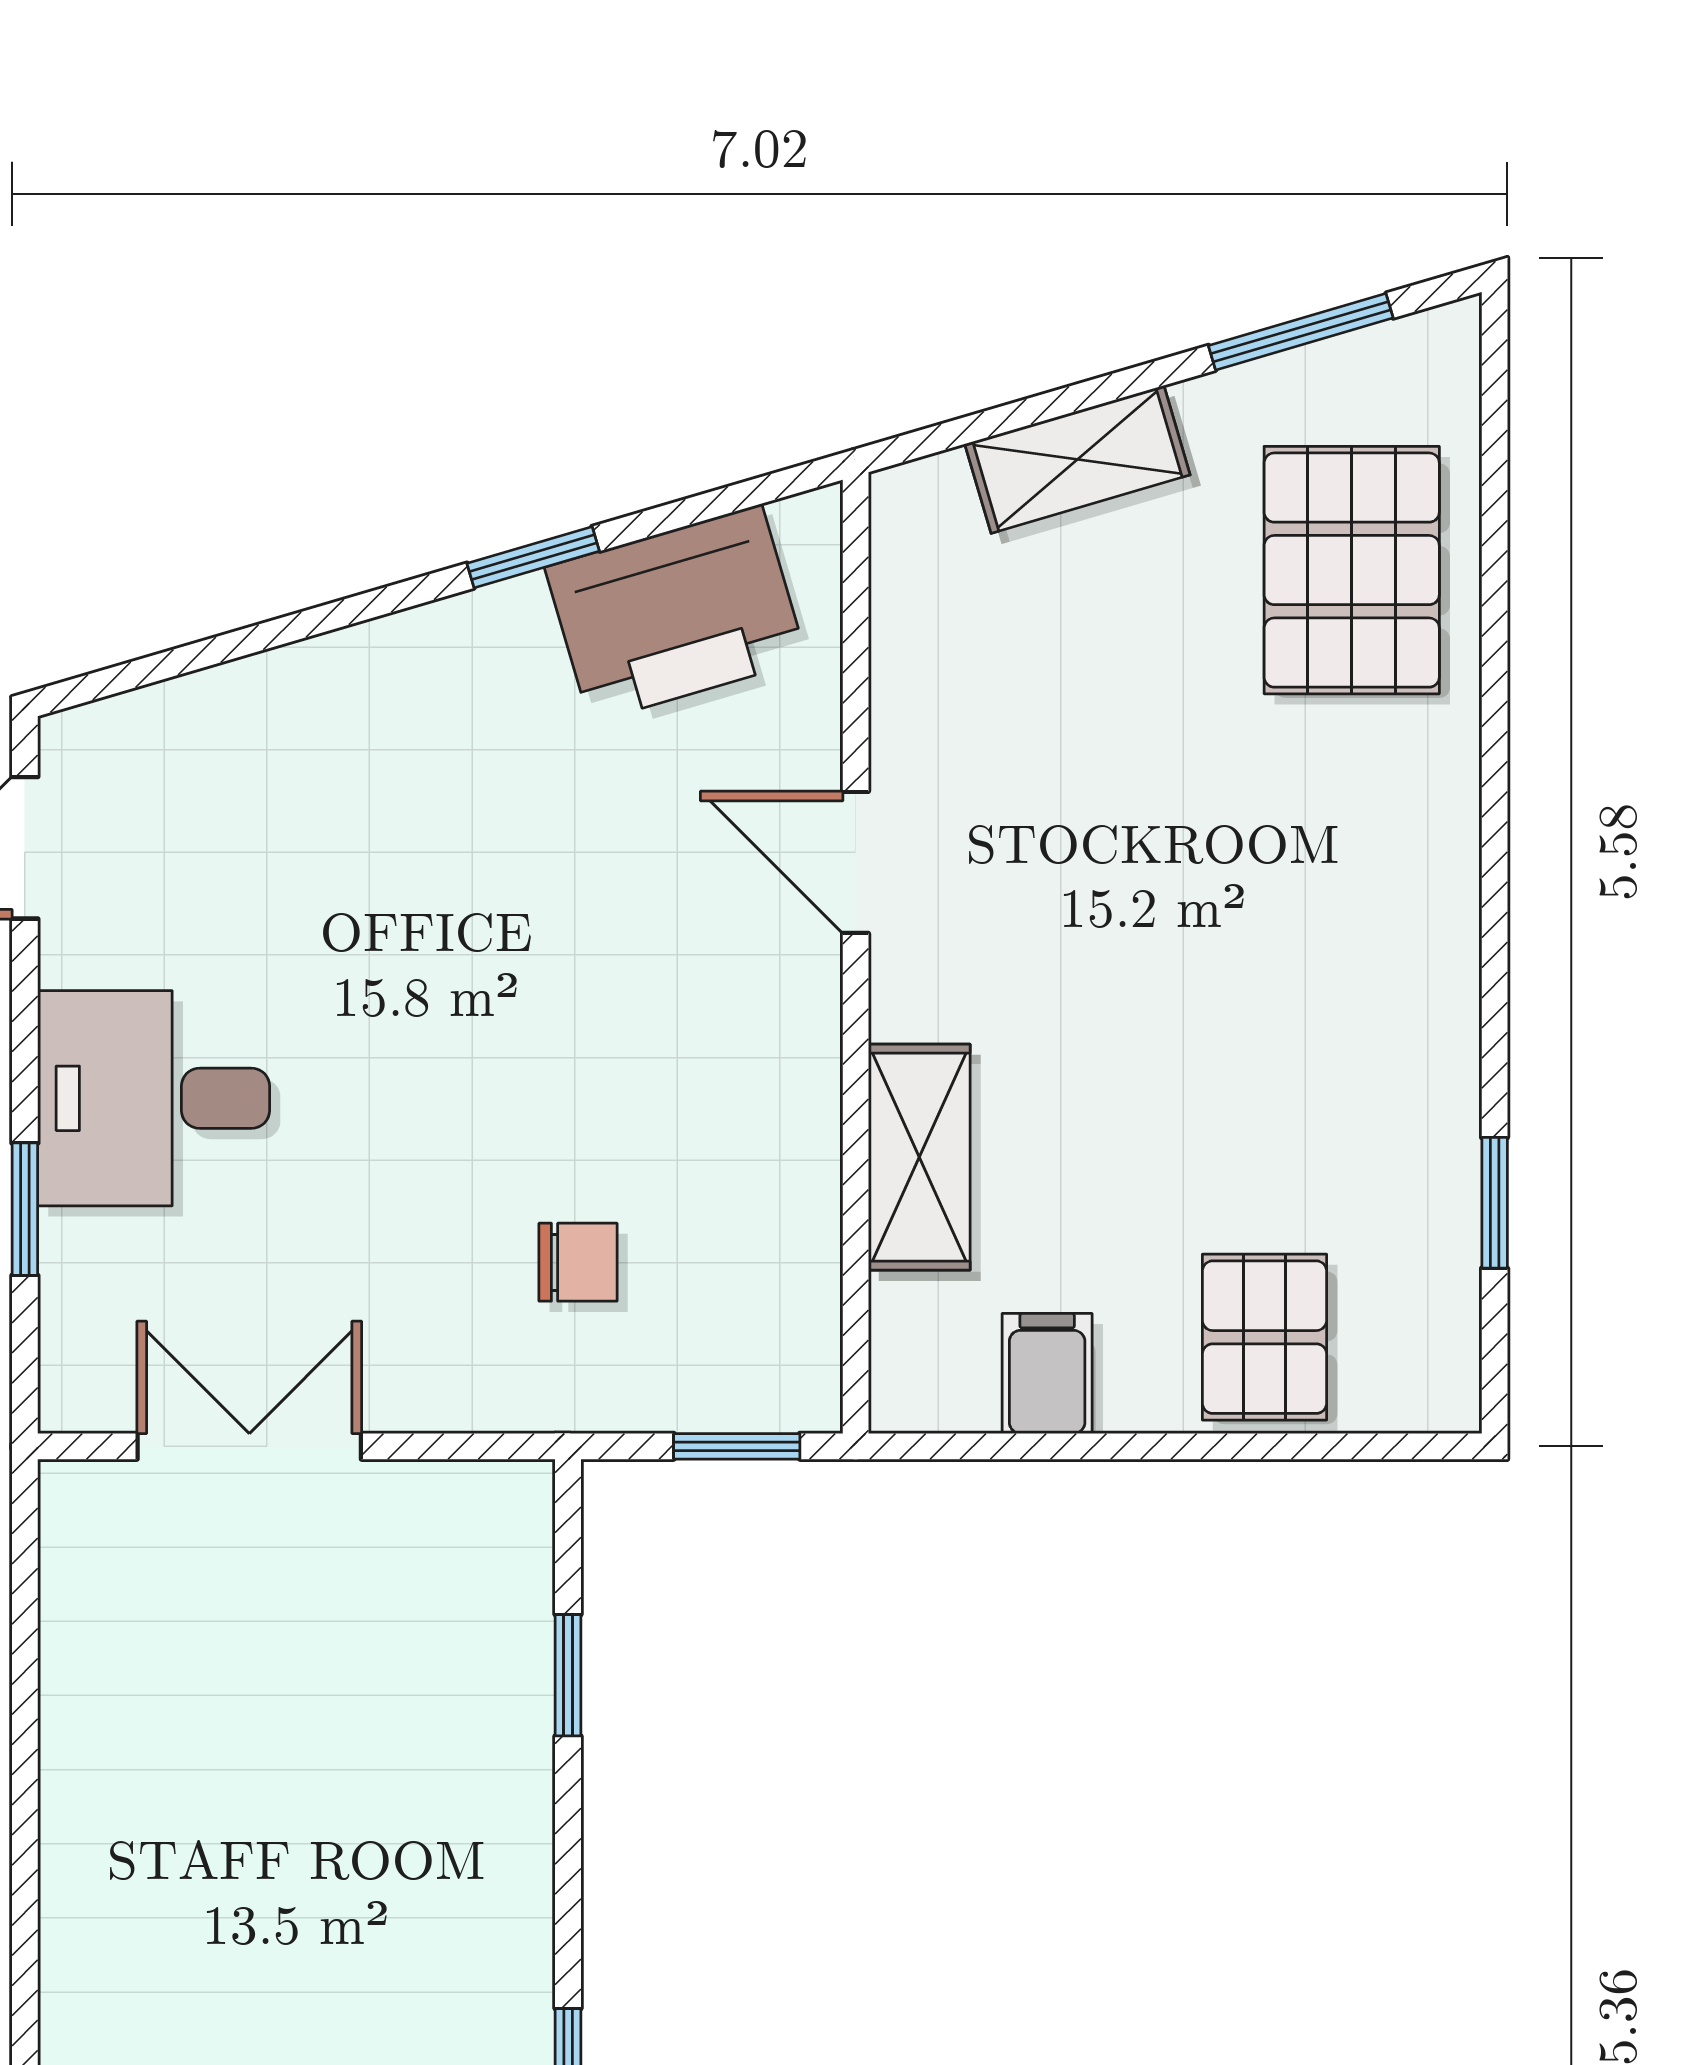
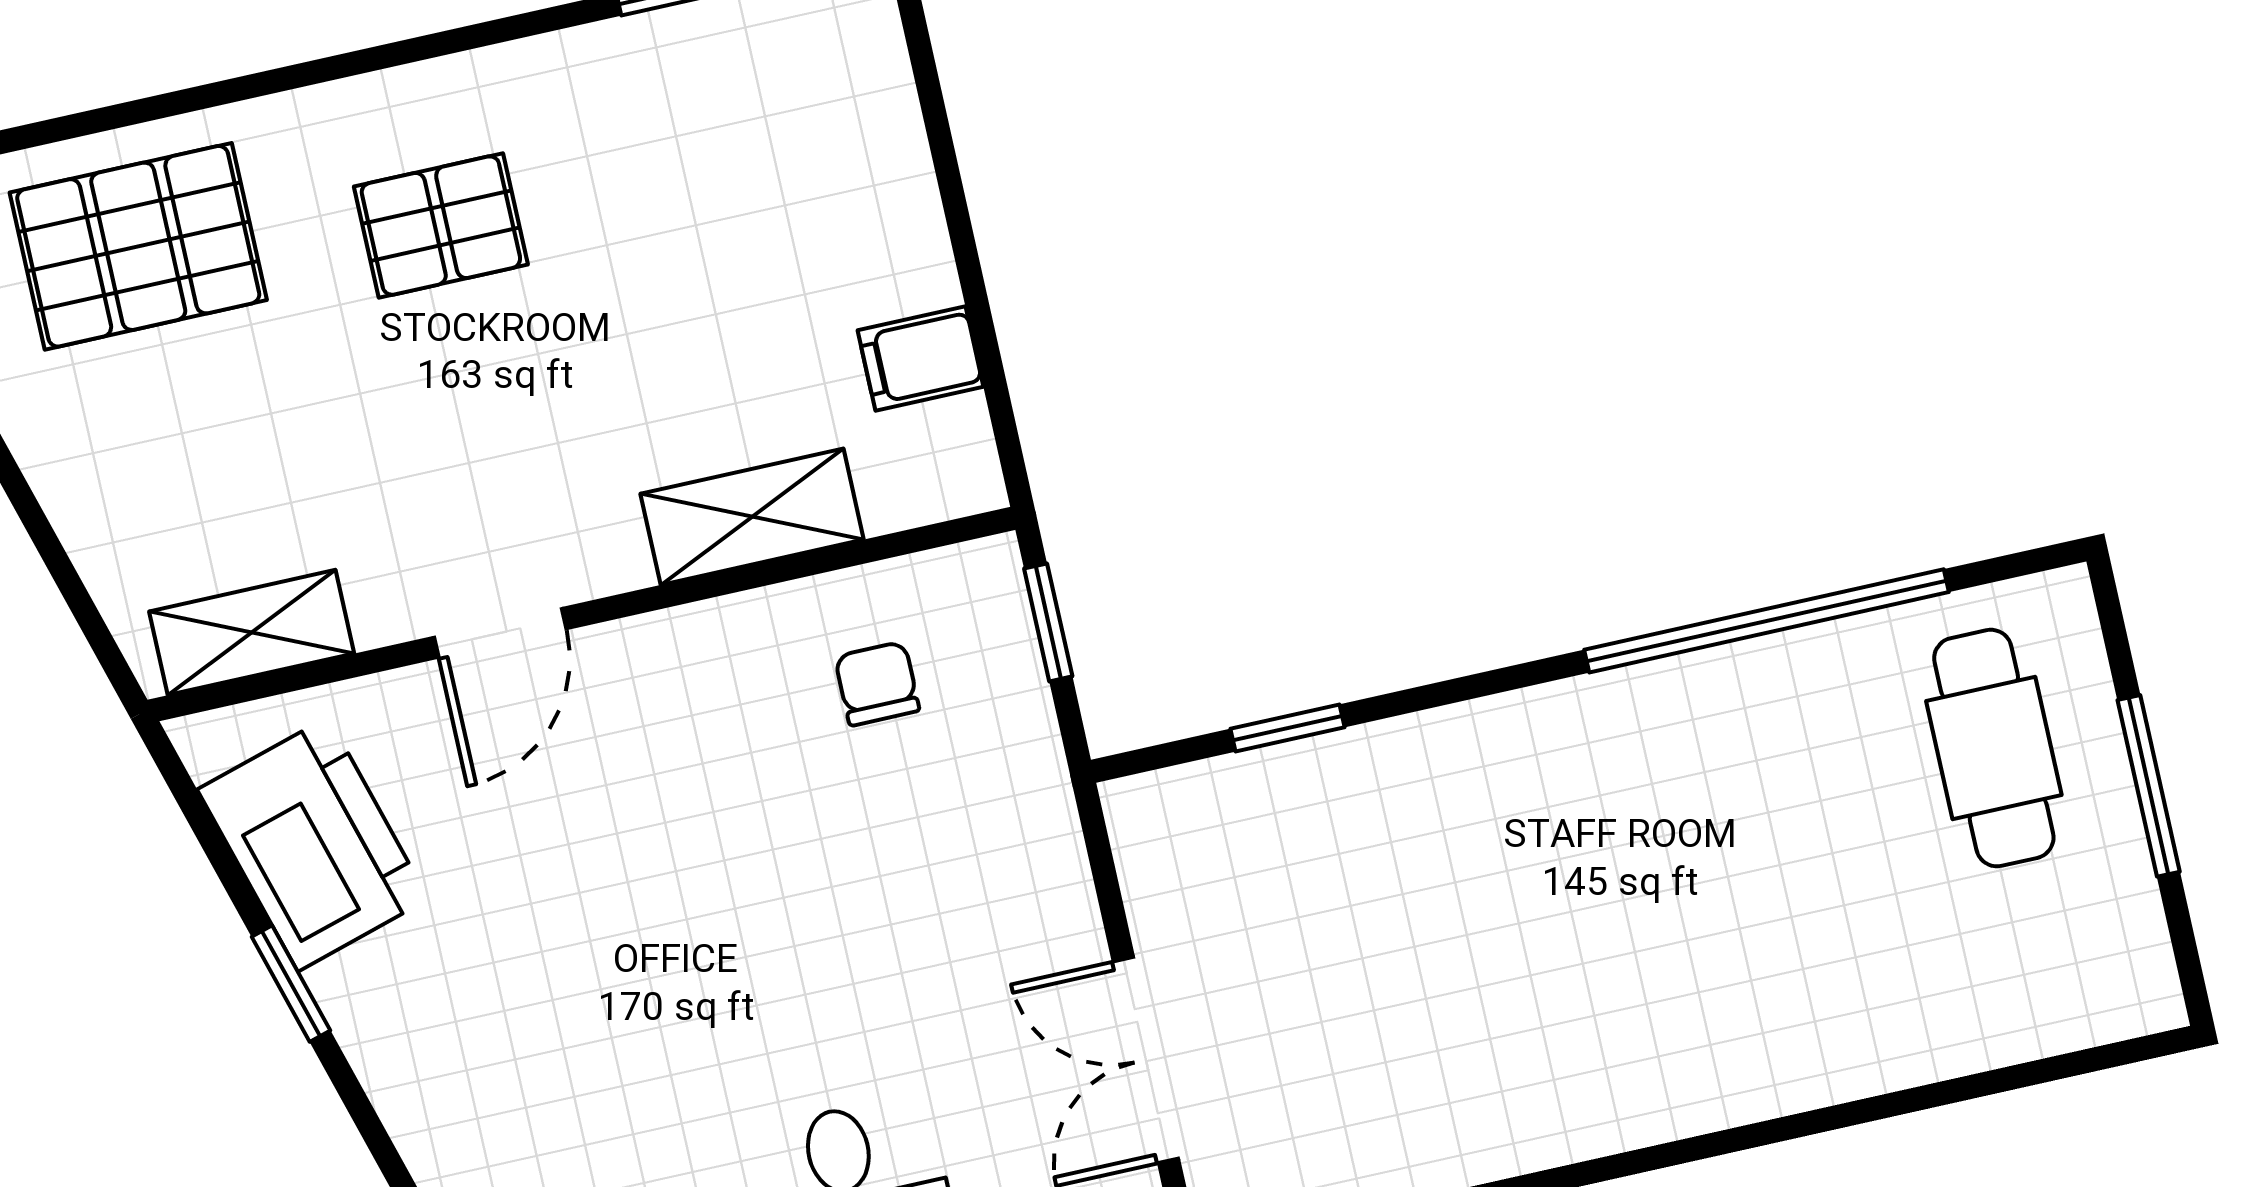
shelving: (1077, 459) -> (252, 632), moved, turned -74
chair: (578, 1262) -> (877, 684), moved
pallet: (1265, 1337) -> (441, 226), moved

